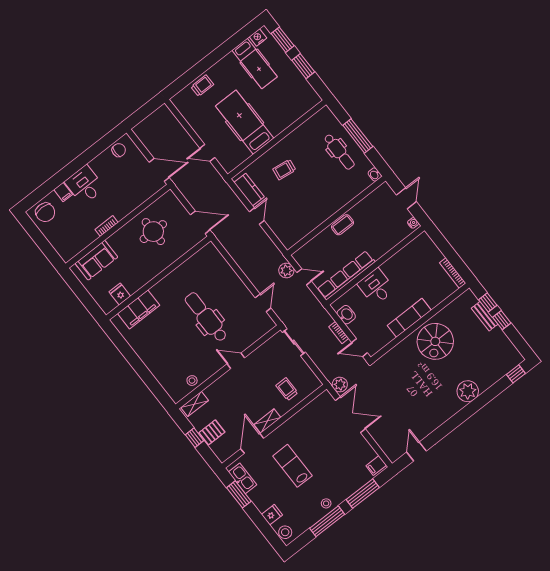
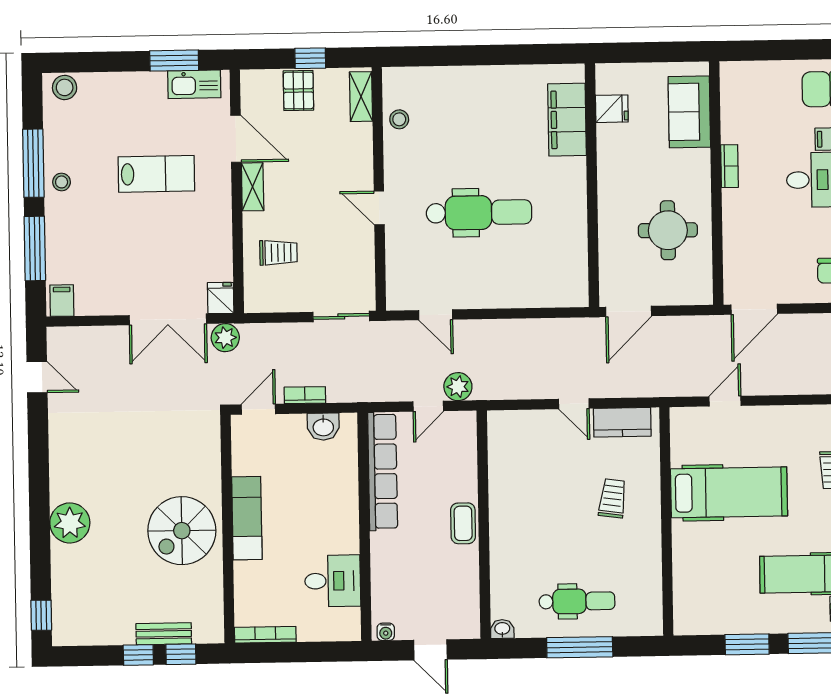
dental chair: (339, 152) -> (577, 601), turned 180
desk: (376, 287) -> (333, 581), moved
spiral stairs: (435, 341) -> (182, 531), turned -90
door: (236, 361) -> (379, 208), swing flipped
fridge: (272, 515) -> (221, 298), moved, turned 180

